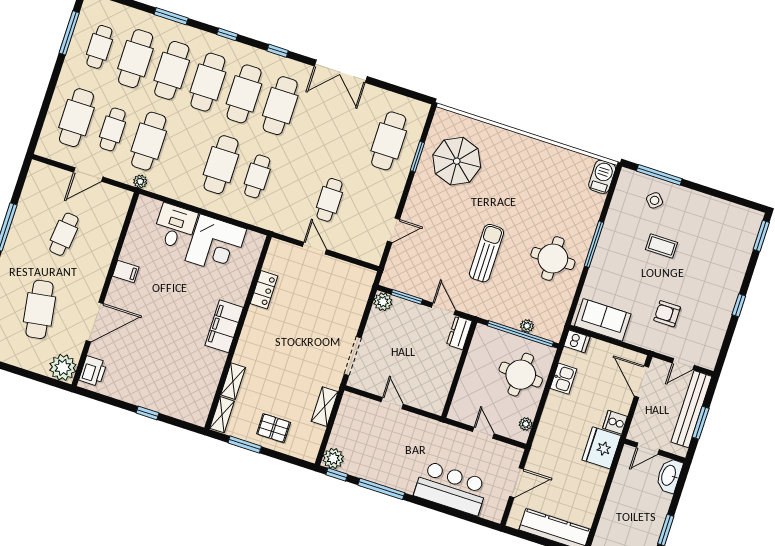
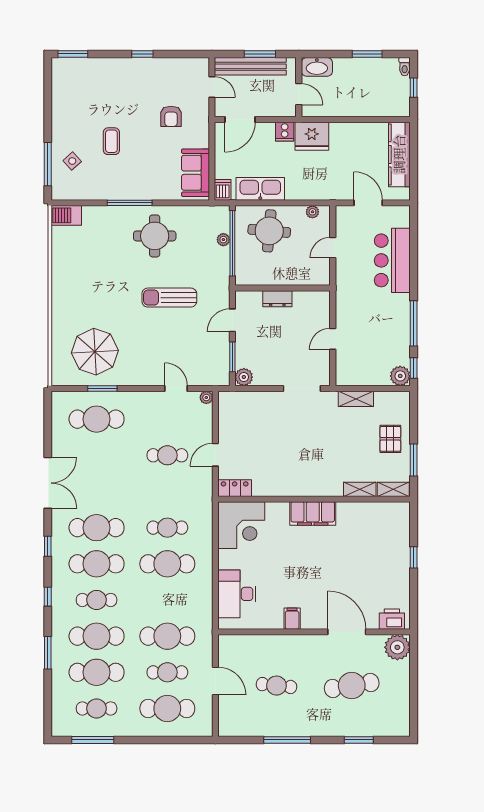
cafe table: (208, 82) -> (97, 600), width x0.73, depth x0.74
plant: (140, 181) -> (206, 398), moved
desk: (175, 226) -> (237, 594), width x1.37
corner desk: (216, 245) -> (241, 525), moved, turned 90
locker: (264, 290) -> (235, 488), moved
dresser: (459, 333) -> (277, 299), moved
kitchen sink: (563, 379) -> (260, 189), width x1.87, depth x1.24

